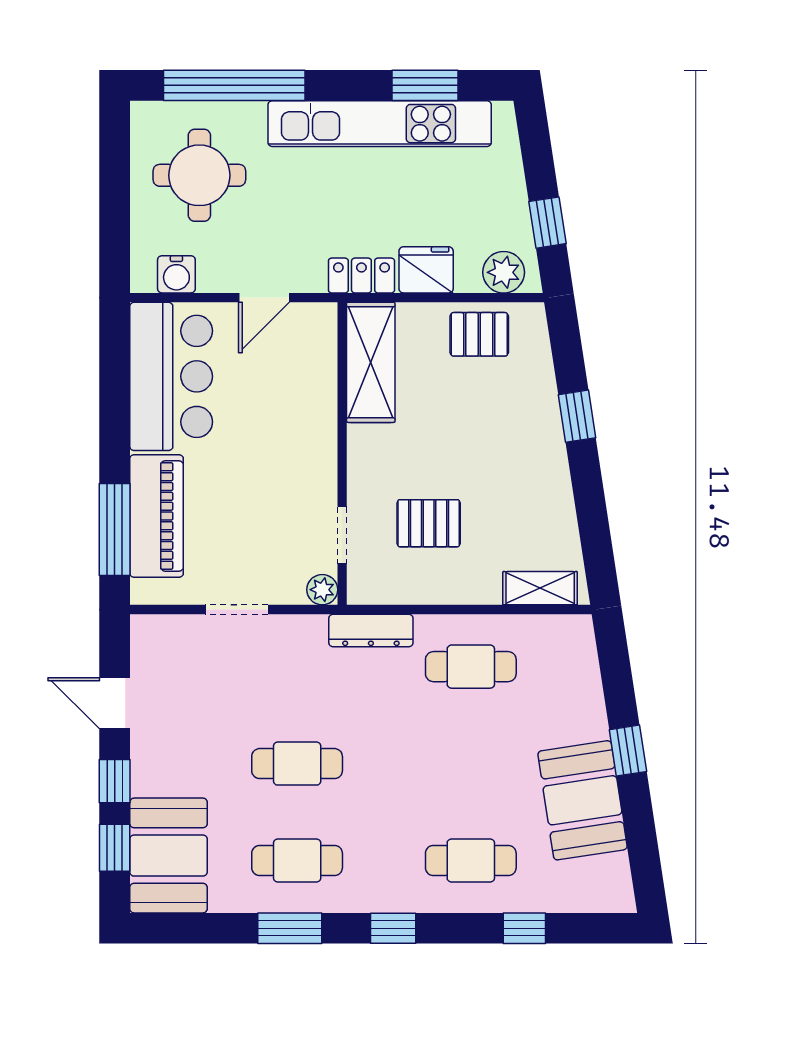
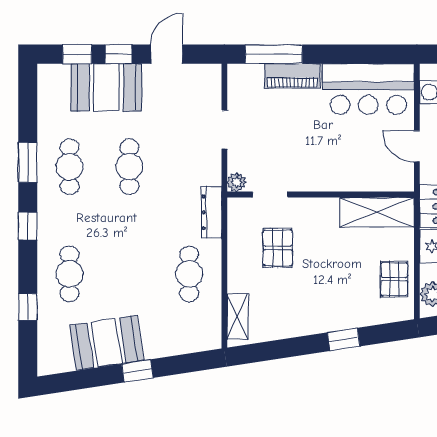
piano: (157, 516) -> (292, 76), width x0.73, depth x0.75
booth: (168, 856) -> (106, 87), moved

